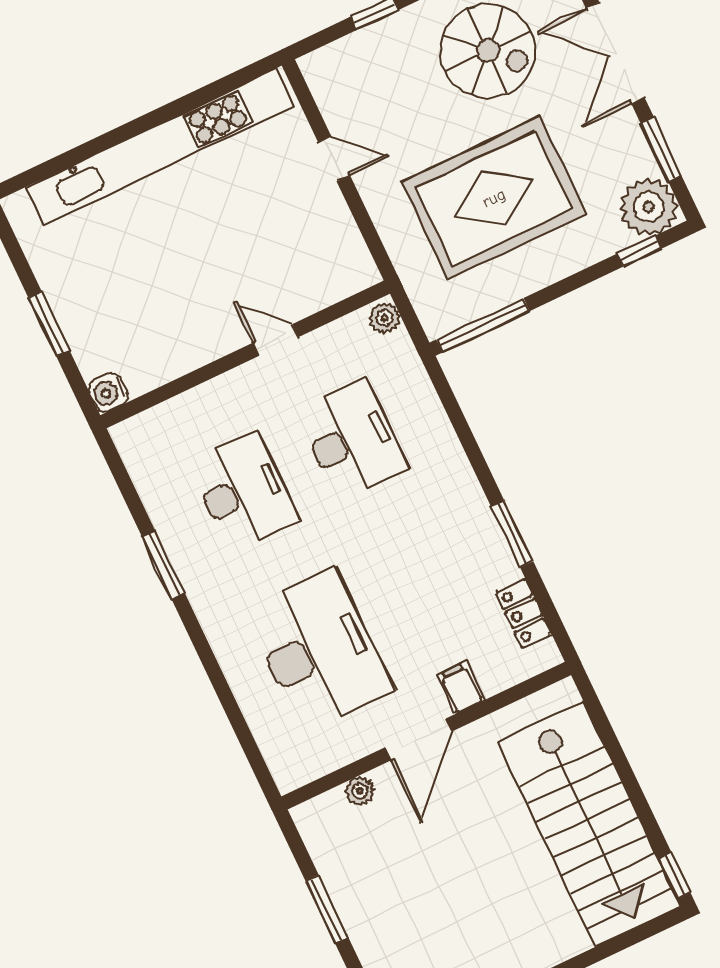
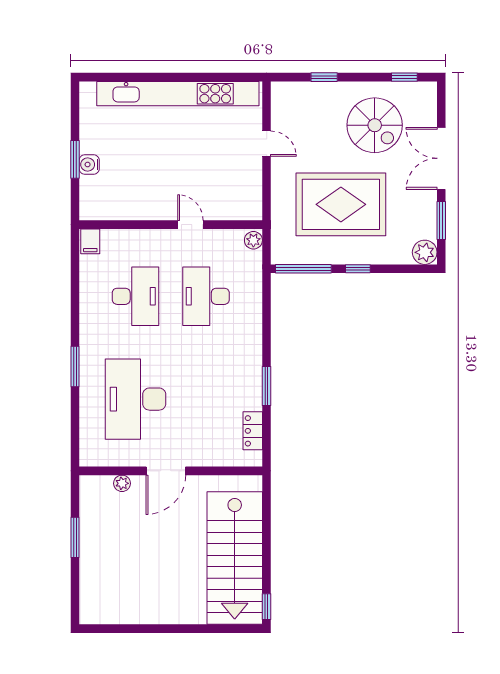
plant: (649, 207) -> (425, 252), width x0.73, depth x0.73
window: (639, 251) -> (358, 269), moved
water cooler: (108, 392) -> (89, 165), moved
desk: (352, 440) -> (206, 296), turned 180
window: (163, 565) -> (75, 367), moved
desk: (319, 650) -> (136, 399), turned 180
filing cabinet: (461, 688) -> (90, 241), moved, turned 180

